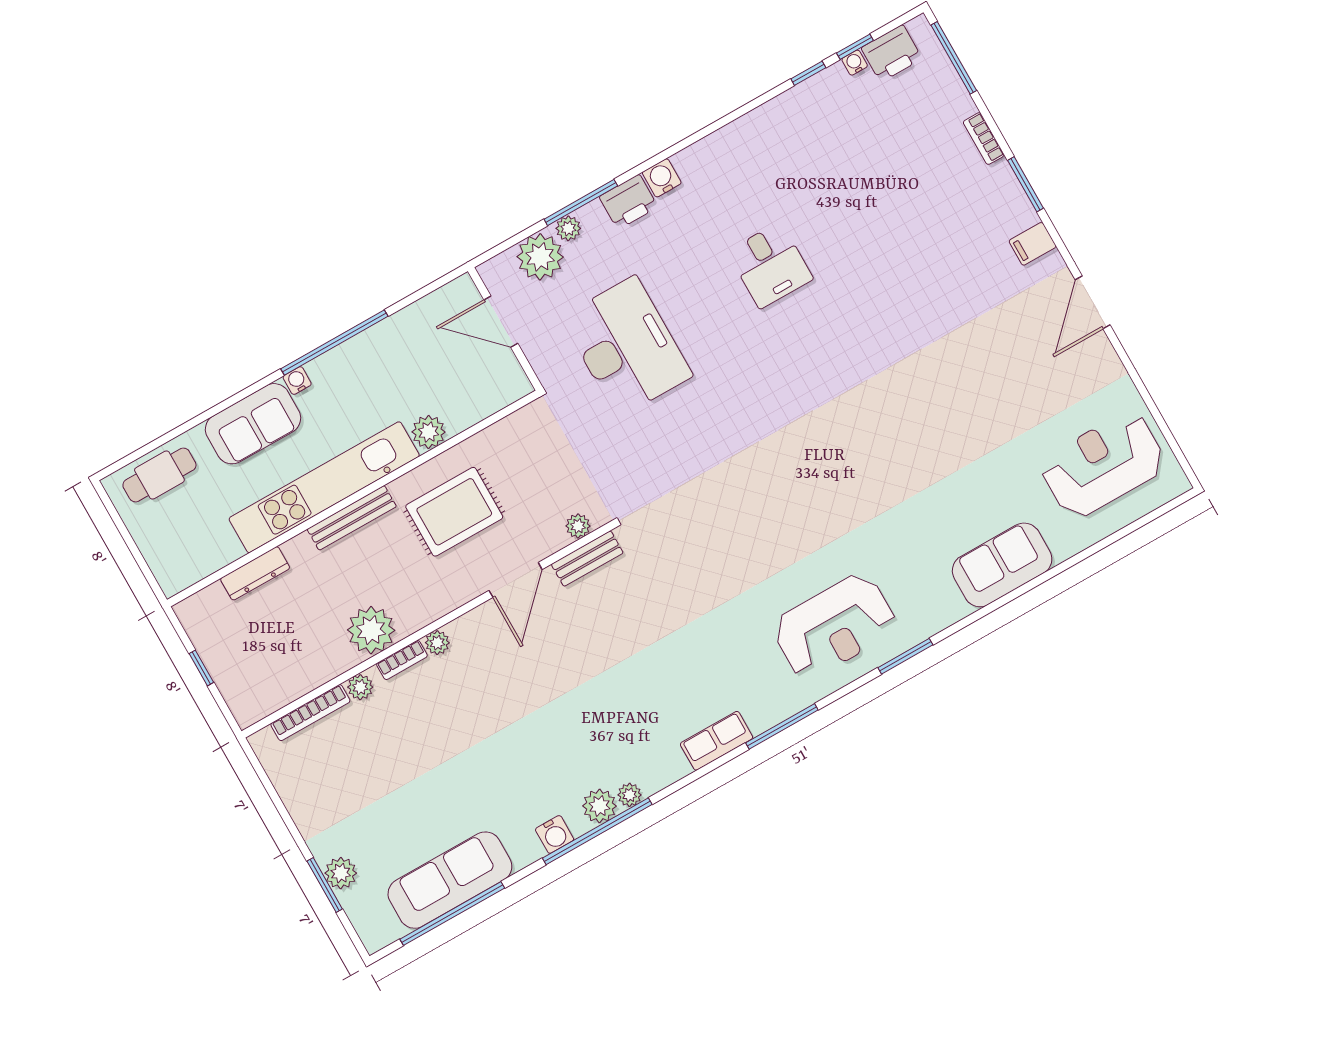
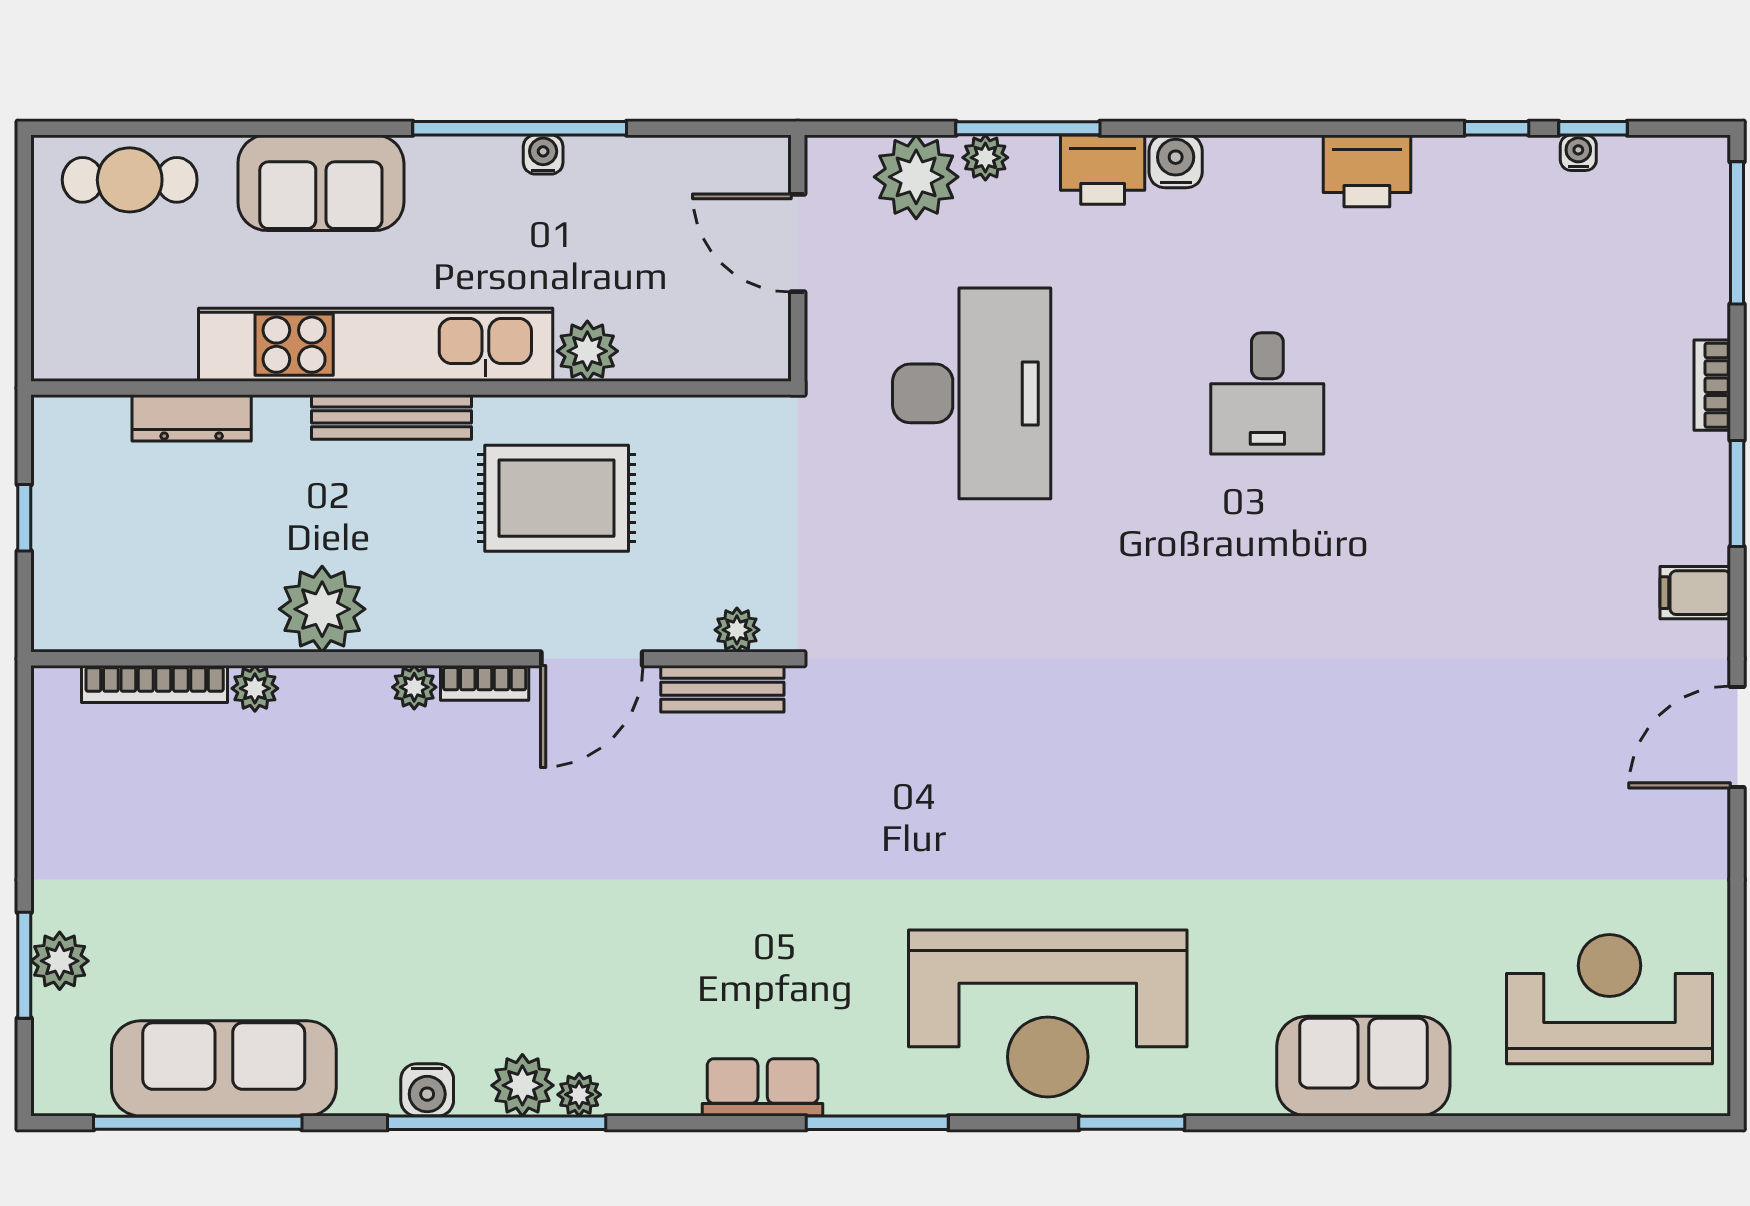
printer: (892, 53) -> (1367, 171), moved
water cooler: (297, 381) -> (543, 155), moved
reception desk: (834, 626) -> (1048, 1014), width x1.36, depth x1.30
bookcase: (402, 660) -> (485, 683), moved

